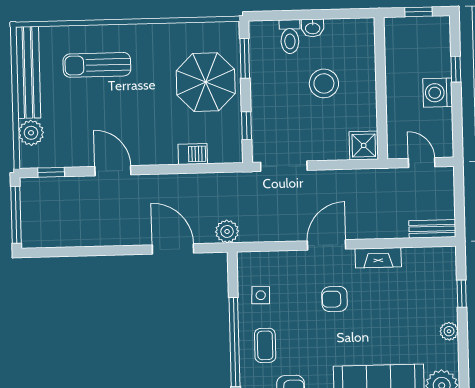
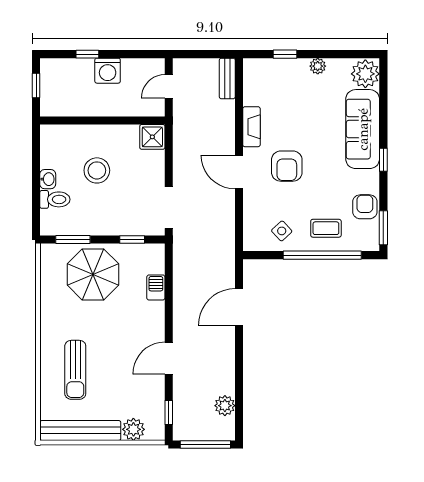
plant: (227, 231) -> (225, 406), moved
side table: (261, 295) -> (282, 231), turned 45
armchair: (335, 299) -> (287, 166), width x1.38, depth x1.38

